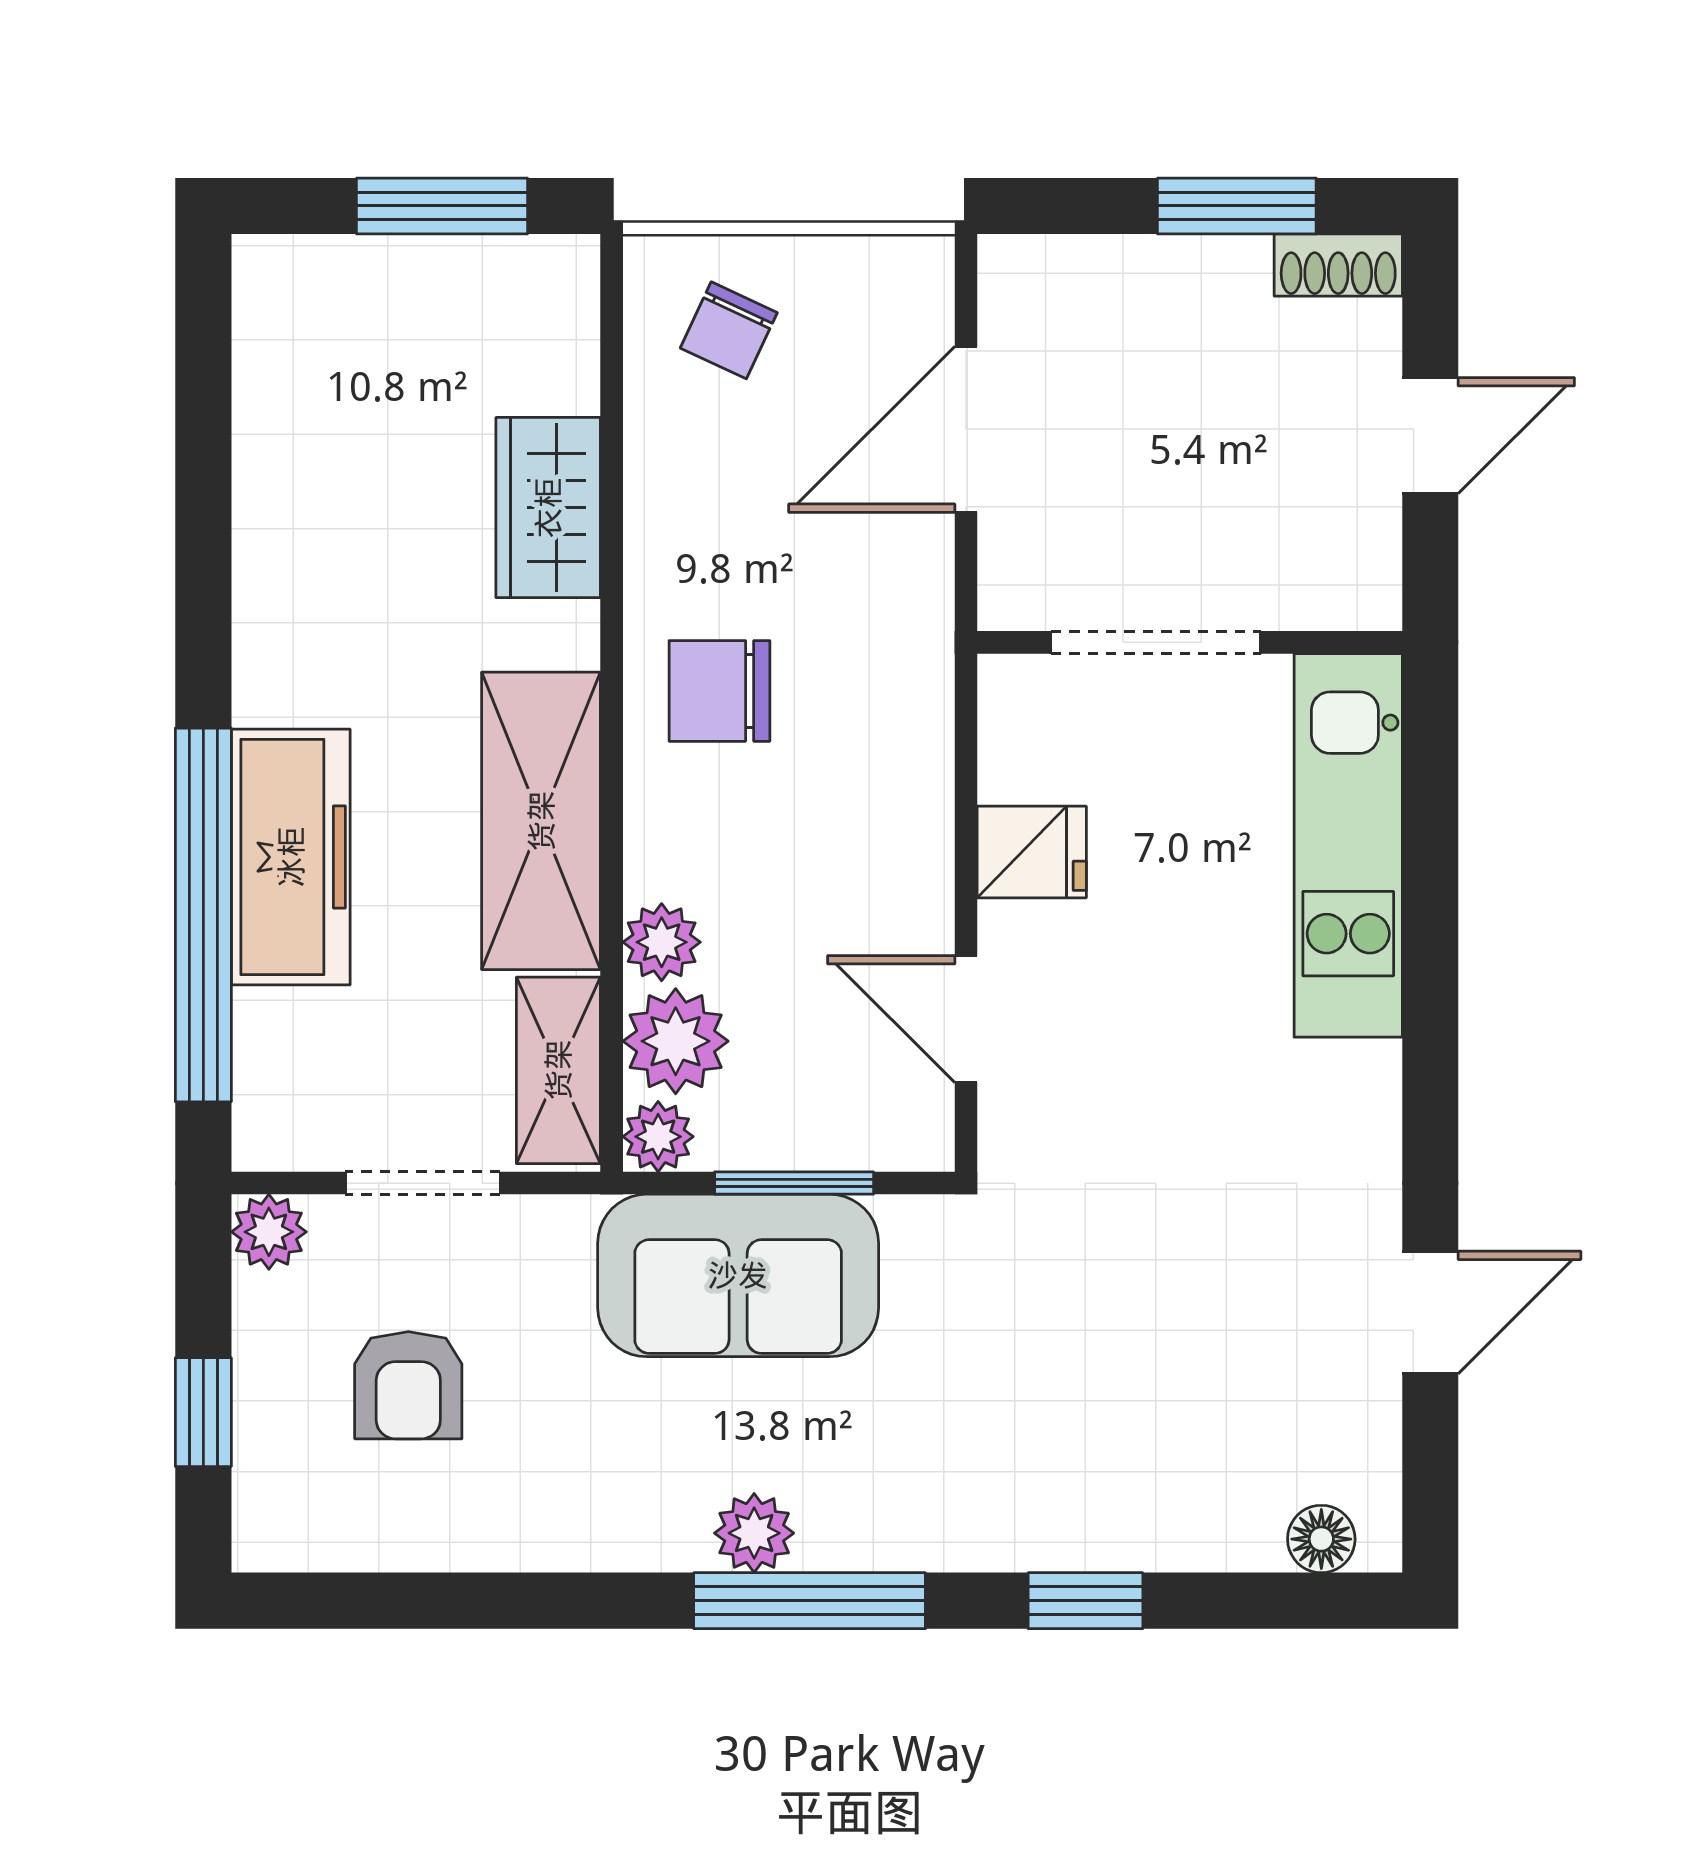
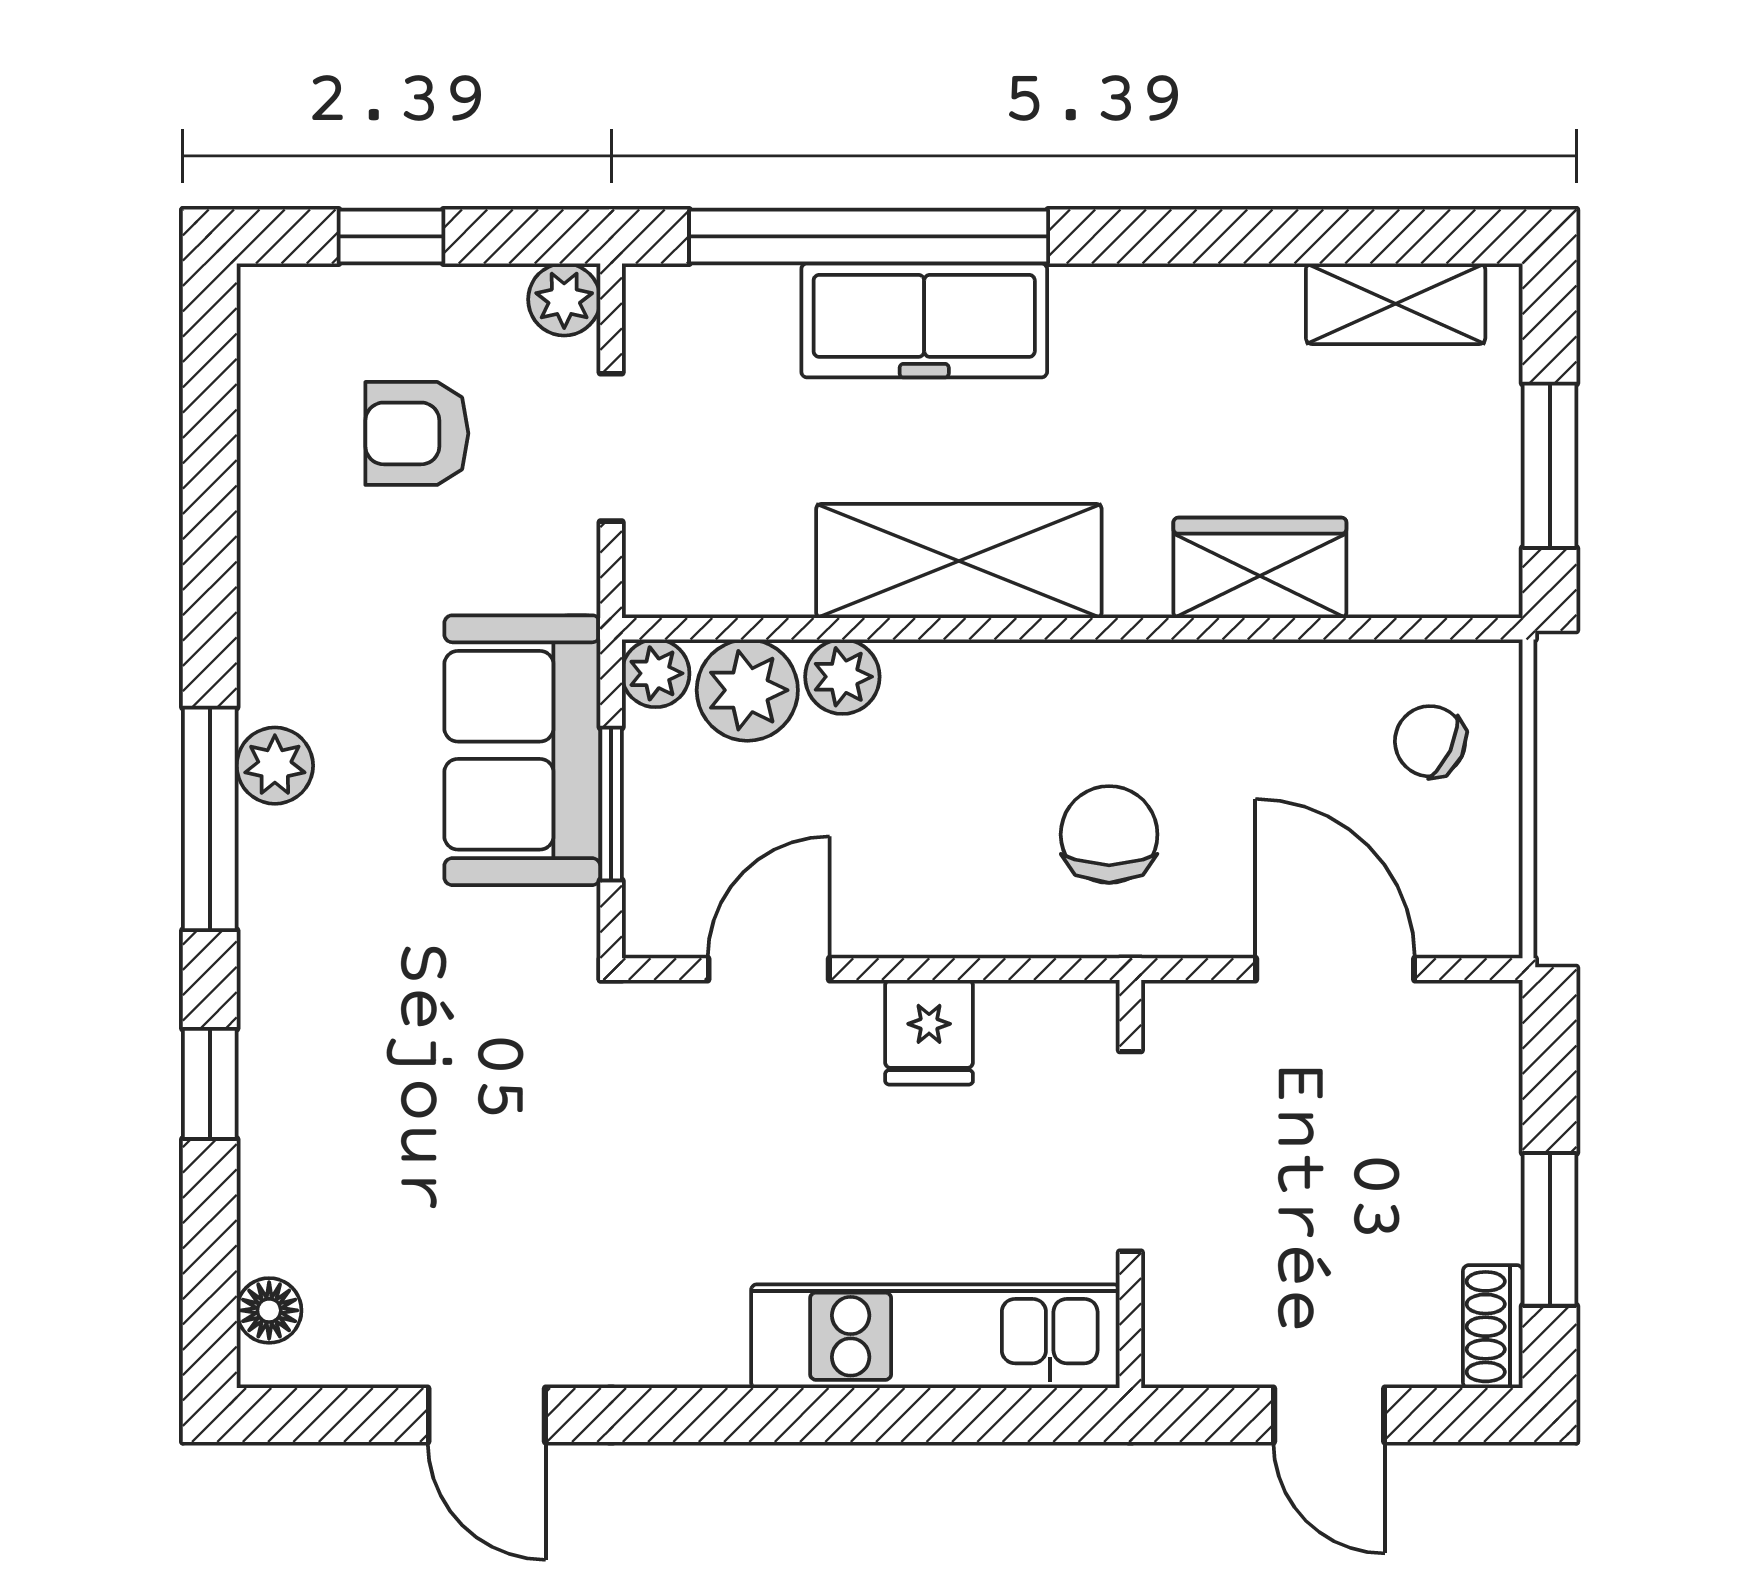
chair: (719, 691) -> (1109, 834), moved
shelving: (558, 1070) -> (1396, 304), moved

